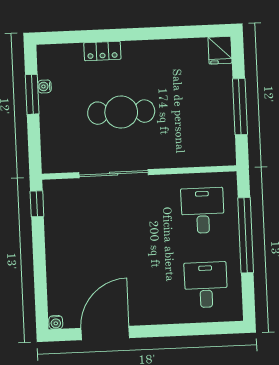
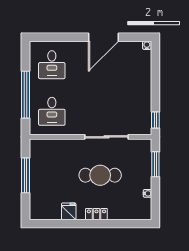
fridge: (220, 50) -> (69, 211), moved
locker: (102, 51) -> (96, 214), moved
window: (32, 94) -> (155, 164), moved
door: (105, 333) -> (103, 37), moved

